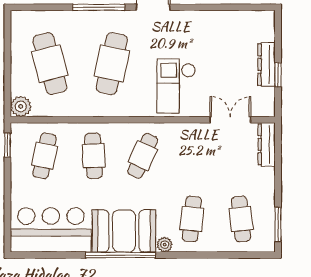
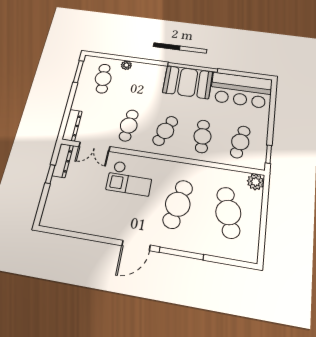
dresser: (267, 65) -> (63, 161), moved
checkout: (176, 86) -> (130, 178), turned 90
cafe table: (192, 219) -> (129, 125), moved
plant: (165, 245) -> (126, 65), moved

